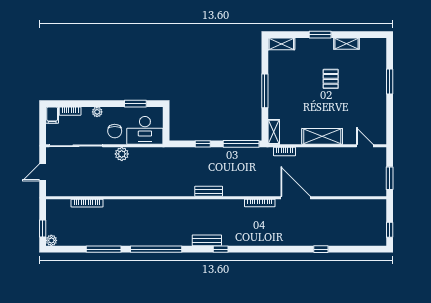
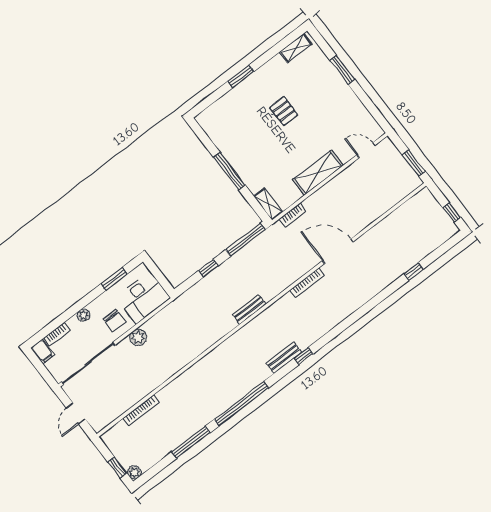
shelving: (281, 44) -> (210, 114), removed
shelving: (346, 44) -> (296, 48), moved
window: (321, 249) -> (414, 272), moved

